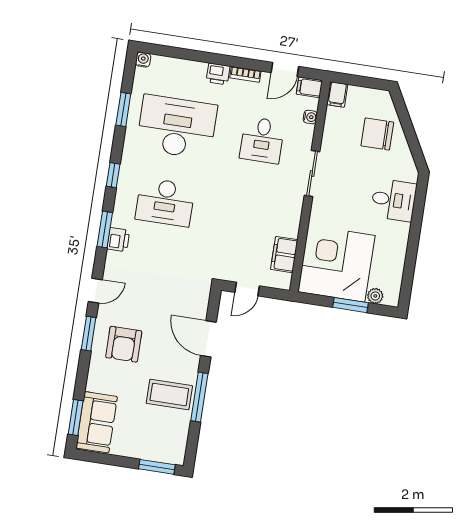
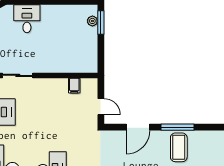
filing cabinet: (284, 255) -> (74, 86), width x0.50
corner desk: (336, 264) -> (75, 50), removed
window: (350, 305) -> (101, 23), moved

